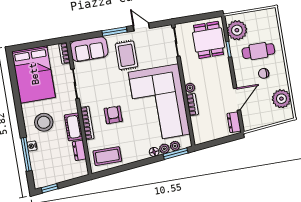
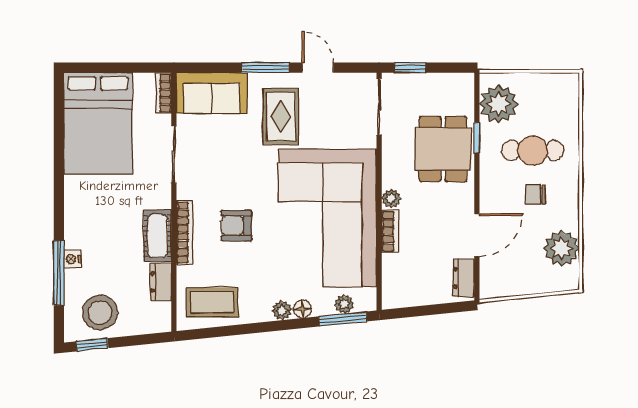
window: (188, 19) -> (410, 68), added
dining table: (209, 40) -> (443, 149), moved
armchair: (113, 115) -> (237, 226), turned -90
stool: (44, 122) -> (100, 313), moved
plant: (164, 149) -> (282, 310), moved

